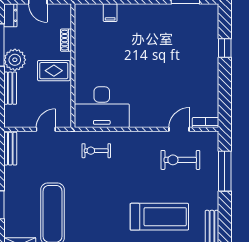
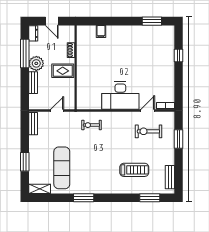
desk: (102, 107) -> (120, 96), moved
window: (225, 171) -> (179, 139), width x0.69
treadmill: (159, 217) -> (134, 170), width x0.73, depth x0.73

